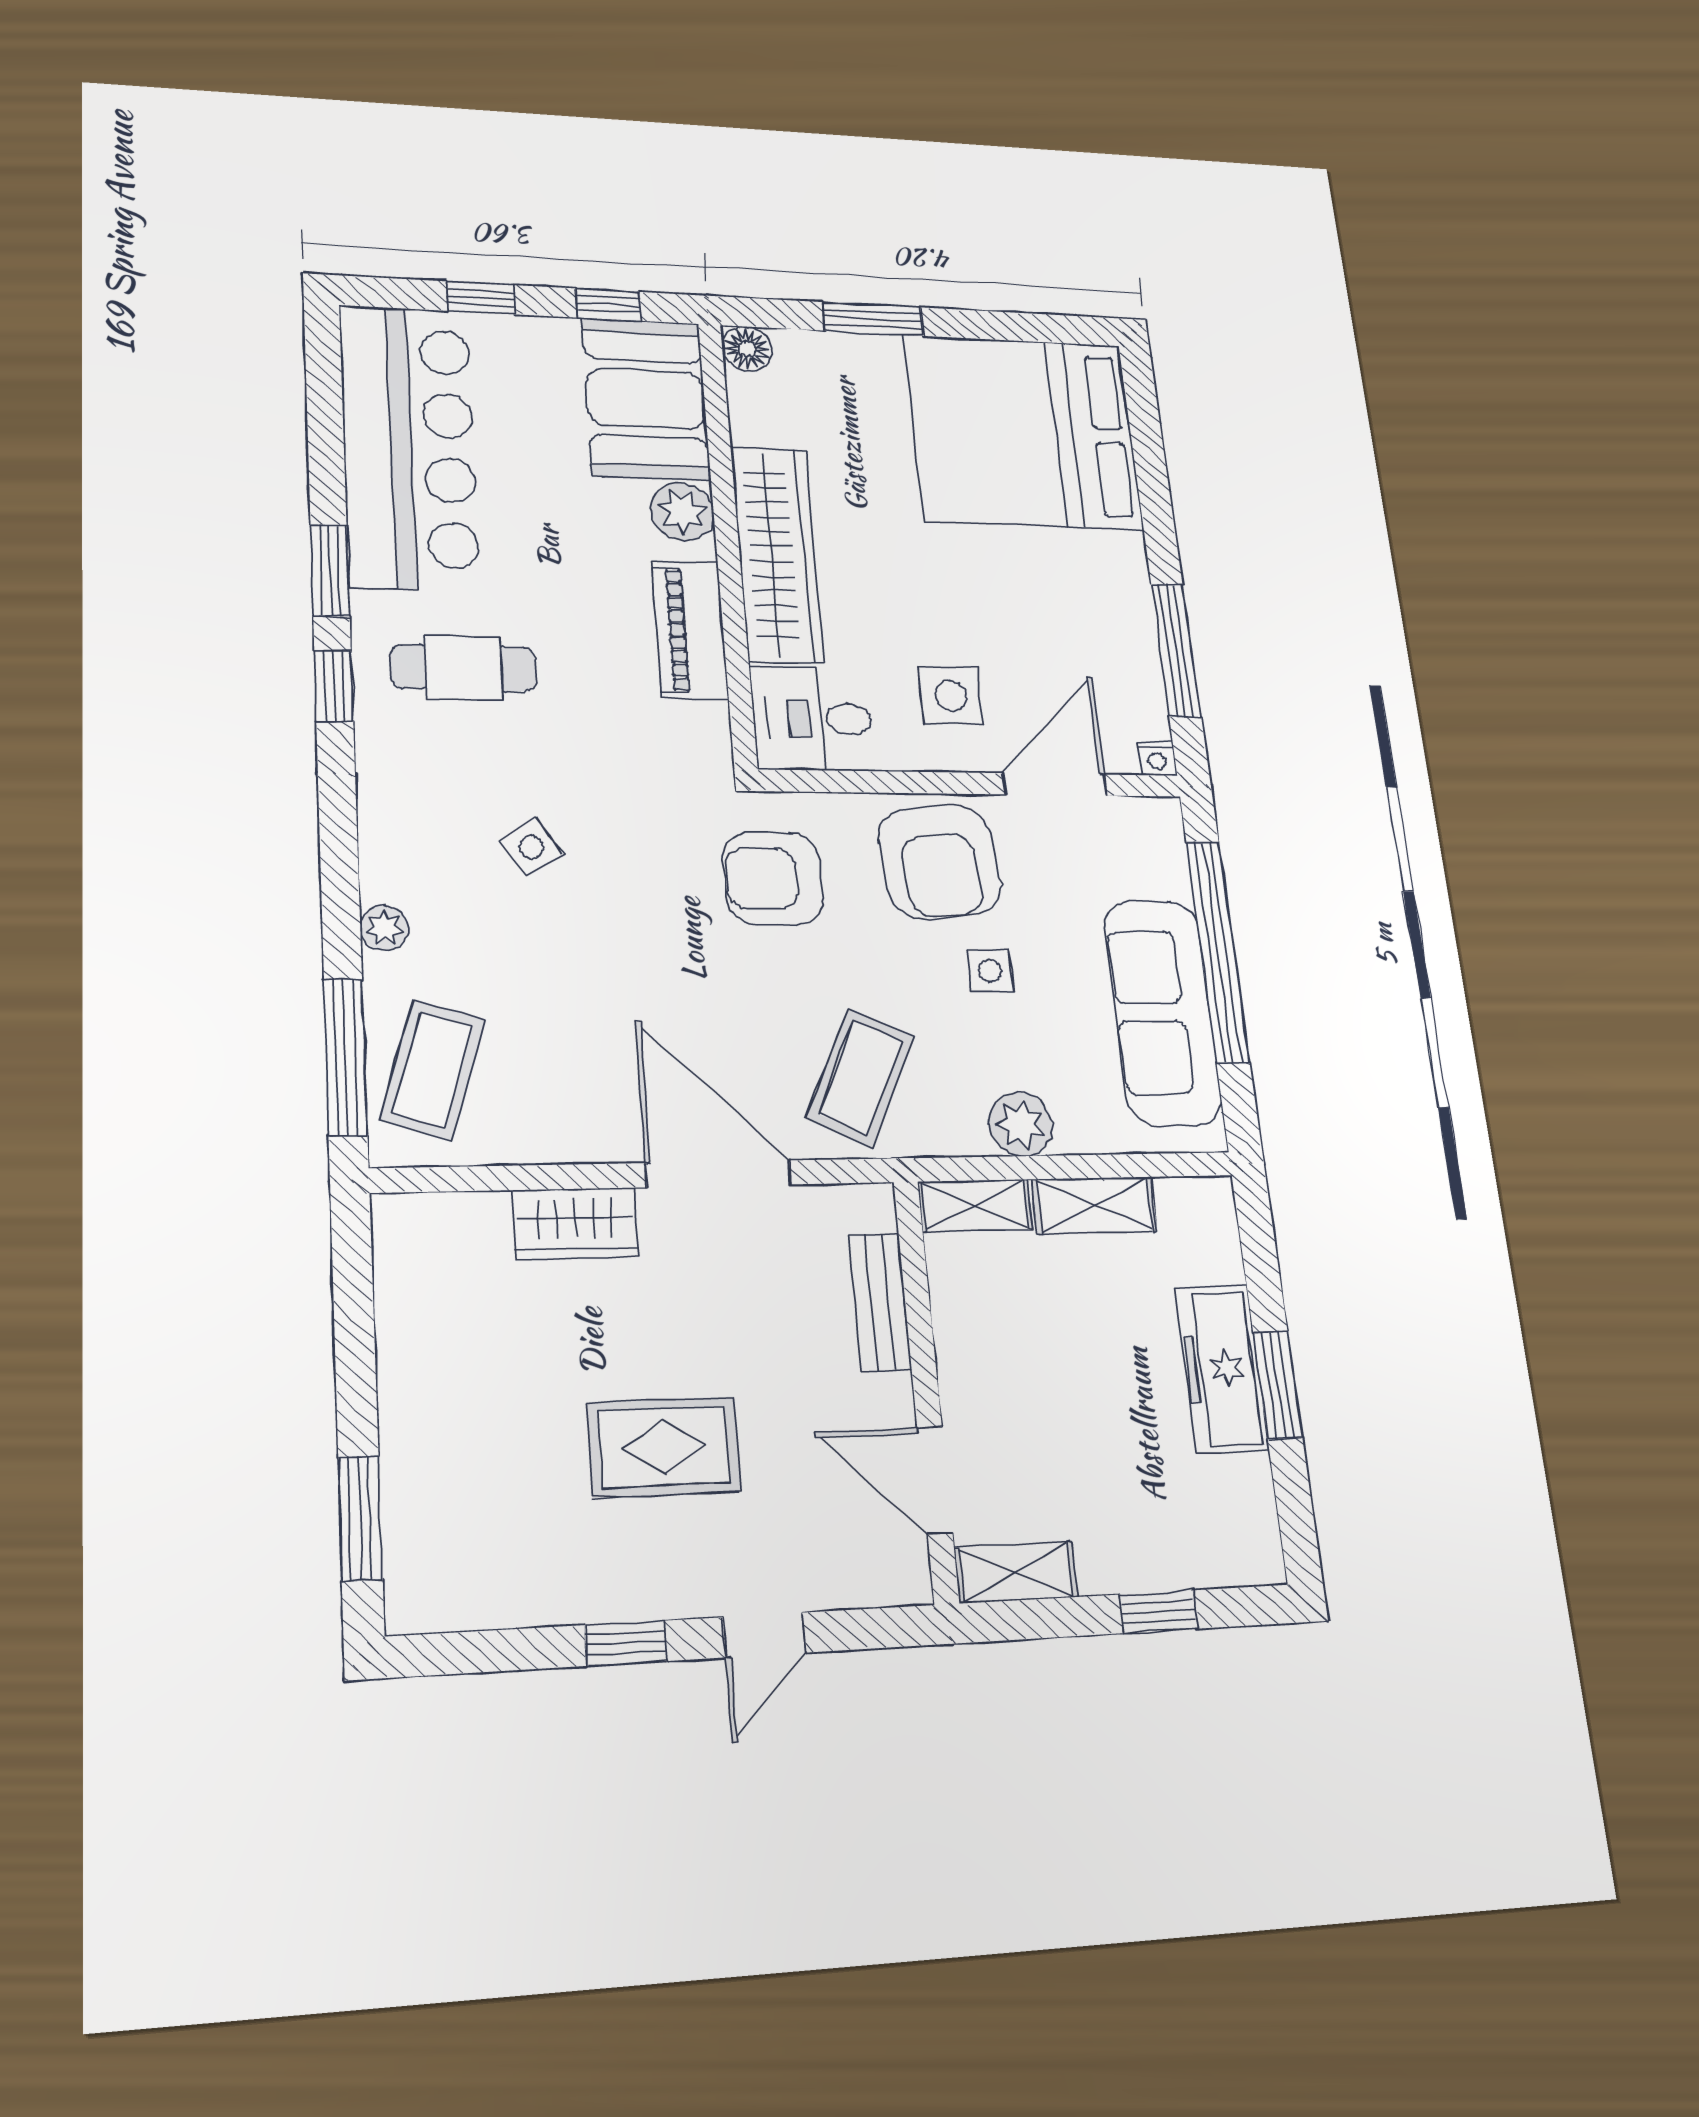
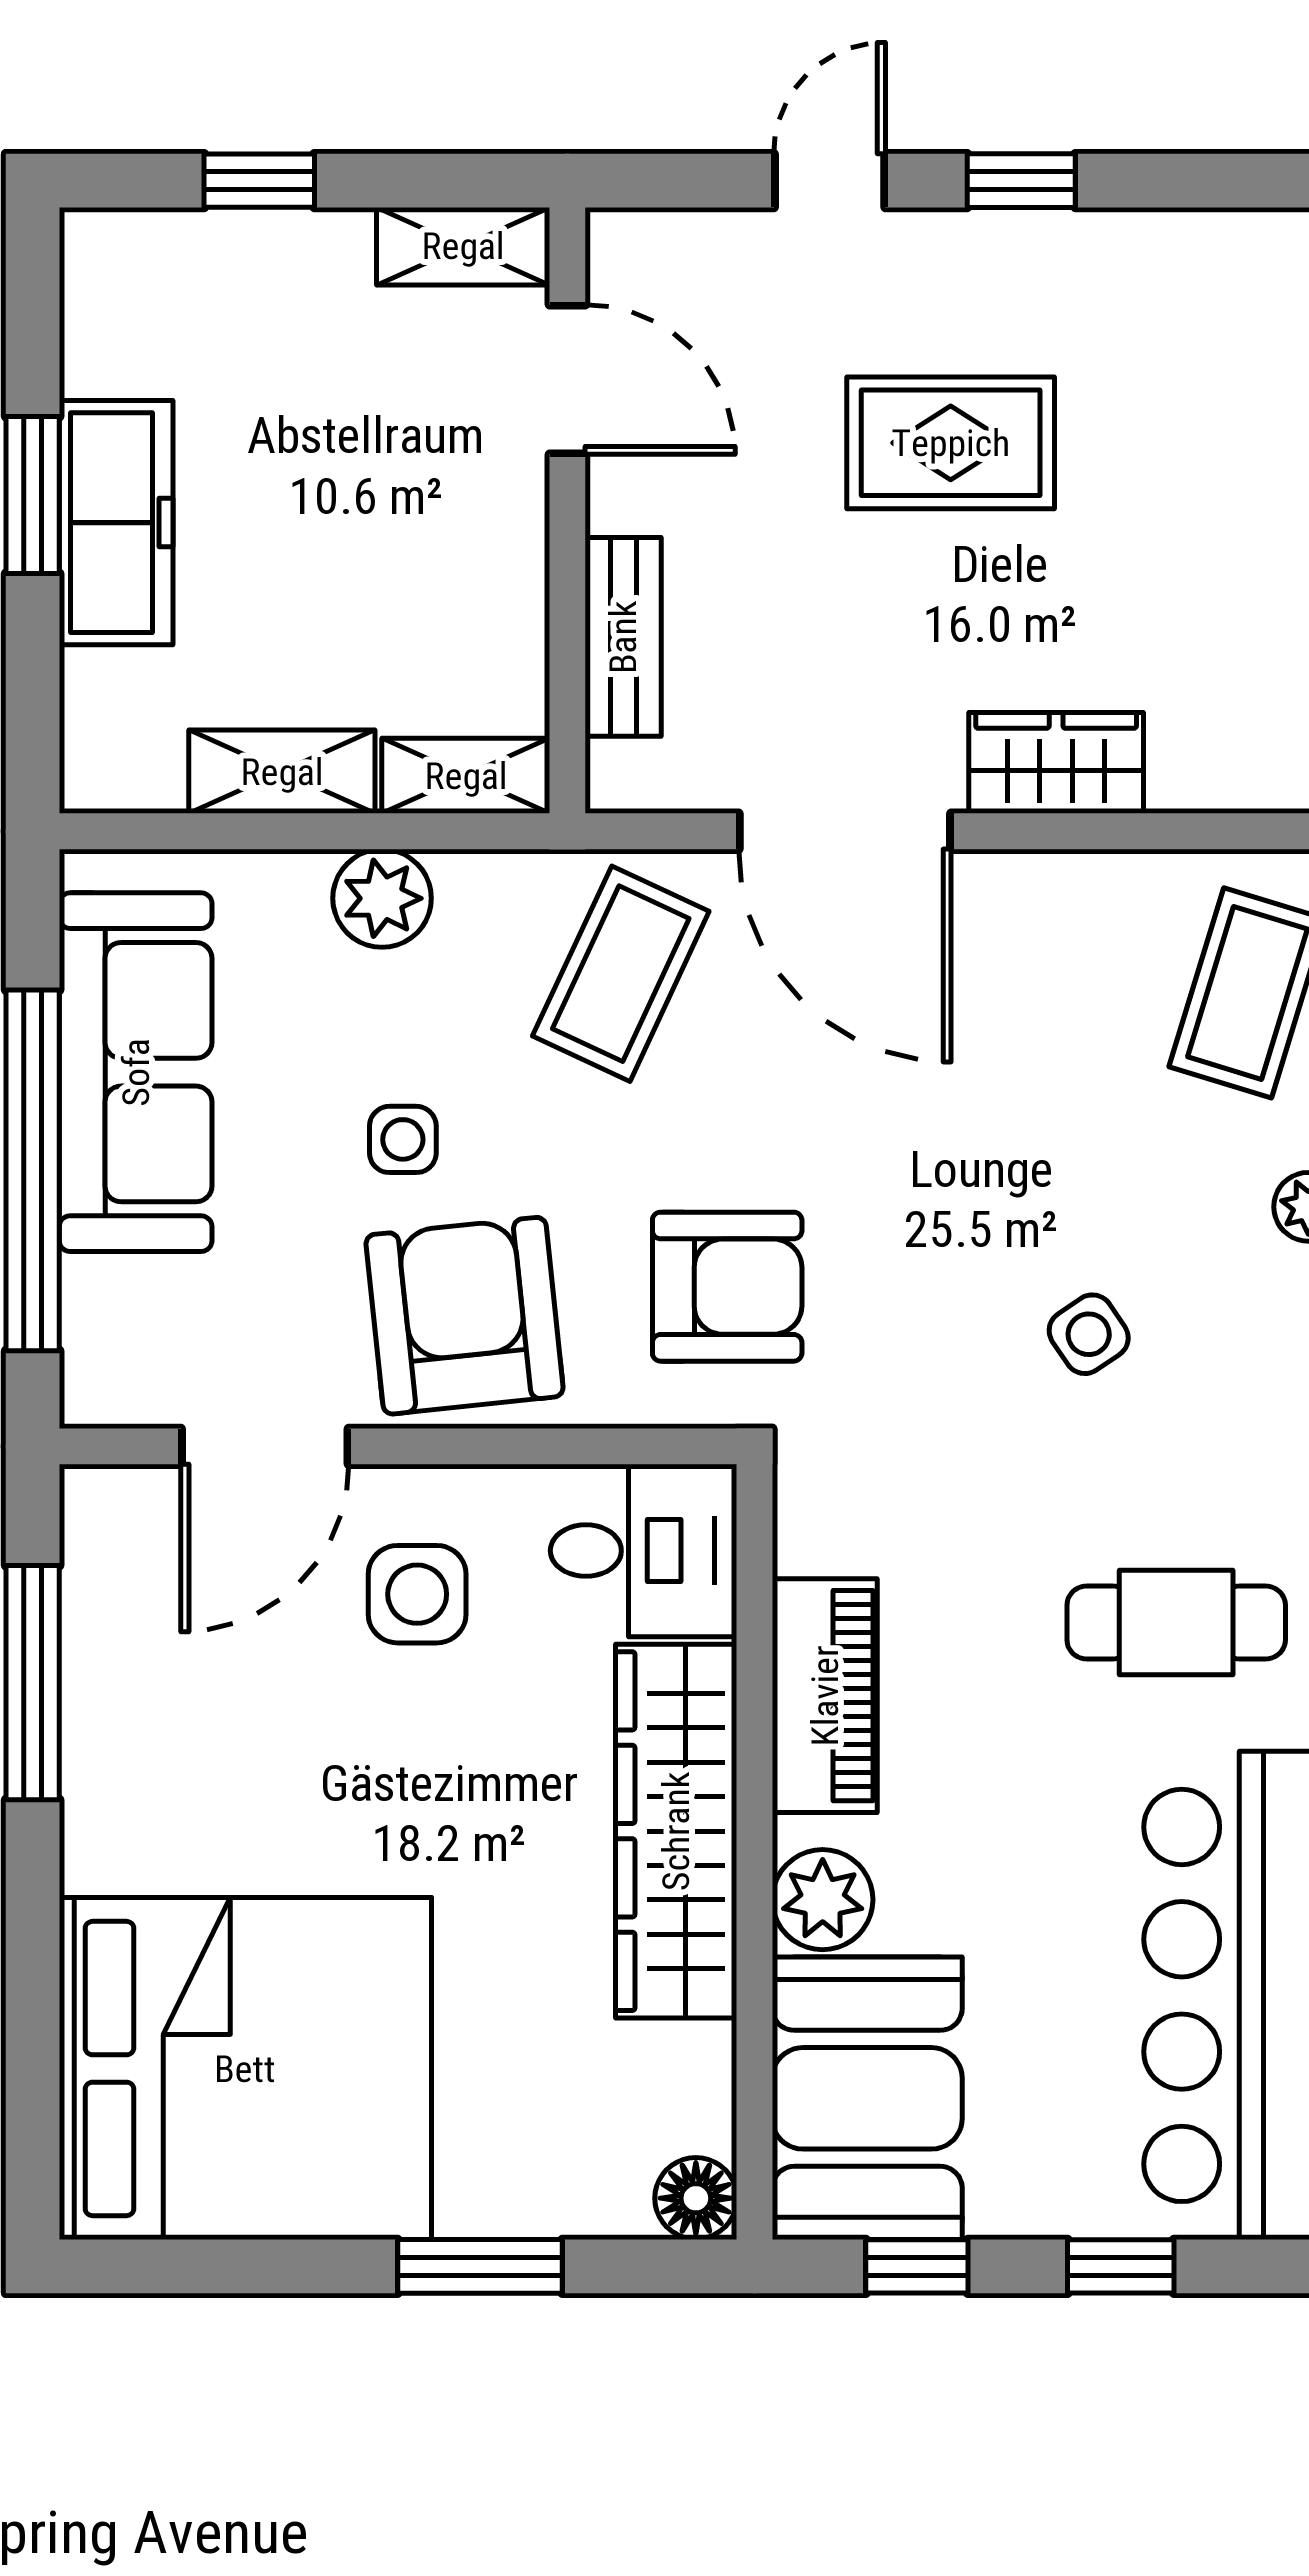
nightstand: (1157, 759) -> (90, 1493), removed

